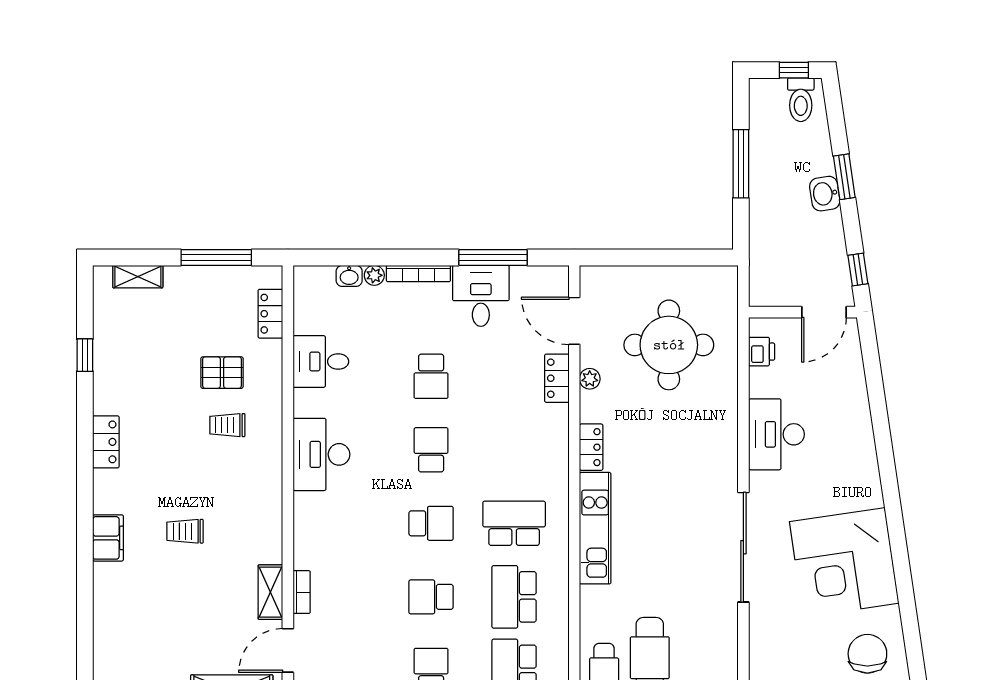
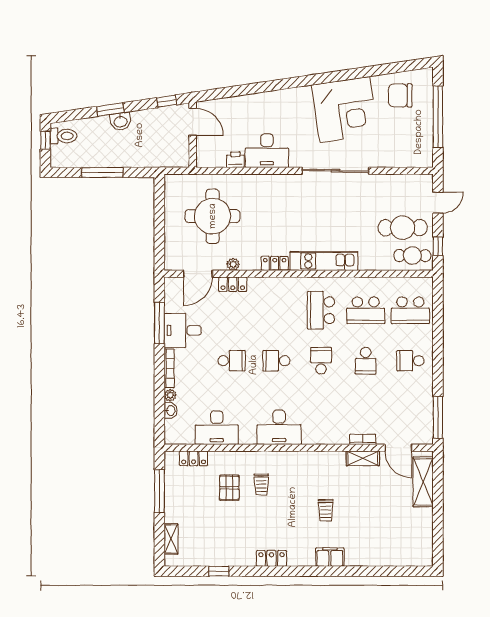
printer: (762, 352) -> (235, 160), moved
desk: (321, 362) -> (217, 428), width x1.37

